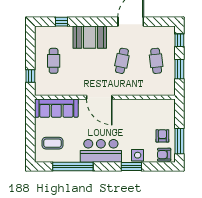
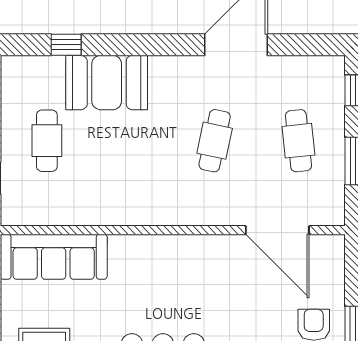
booth: (90, 37) -> (107, 83), moved
door: (99, 97) -> (277, 230), moved

